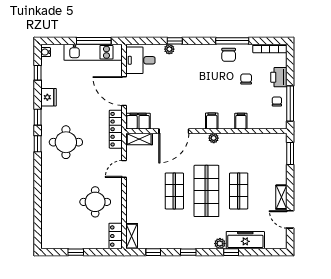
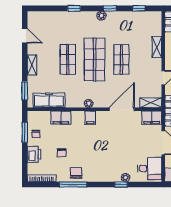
window: (290, 103) -> (25, 132), width x0.69
filing cabinet: (241, 121) -> (61, 118), width x2.00
shelving: (281, 197) -> (32, 65), moved
shelving: (132, 236) -> (157, 47), moved
freezer: (245, 240) -> (49, 100), moved, turned 180
plant: (220, 244) -> (101, 16), moved

